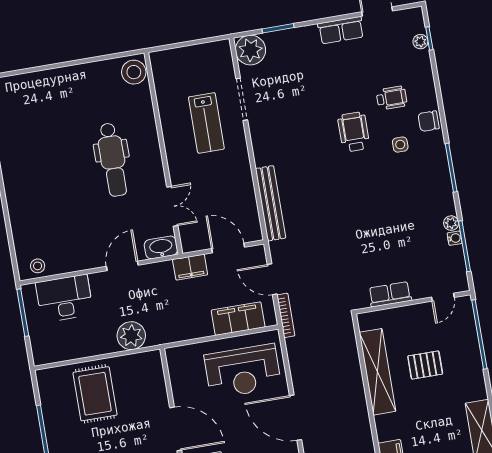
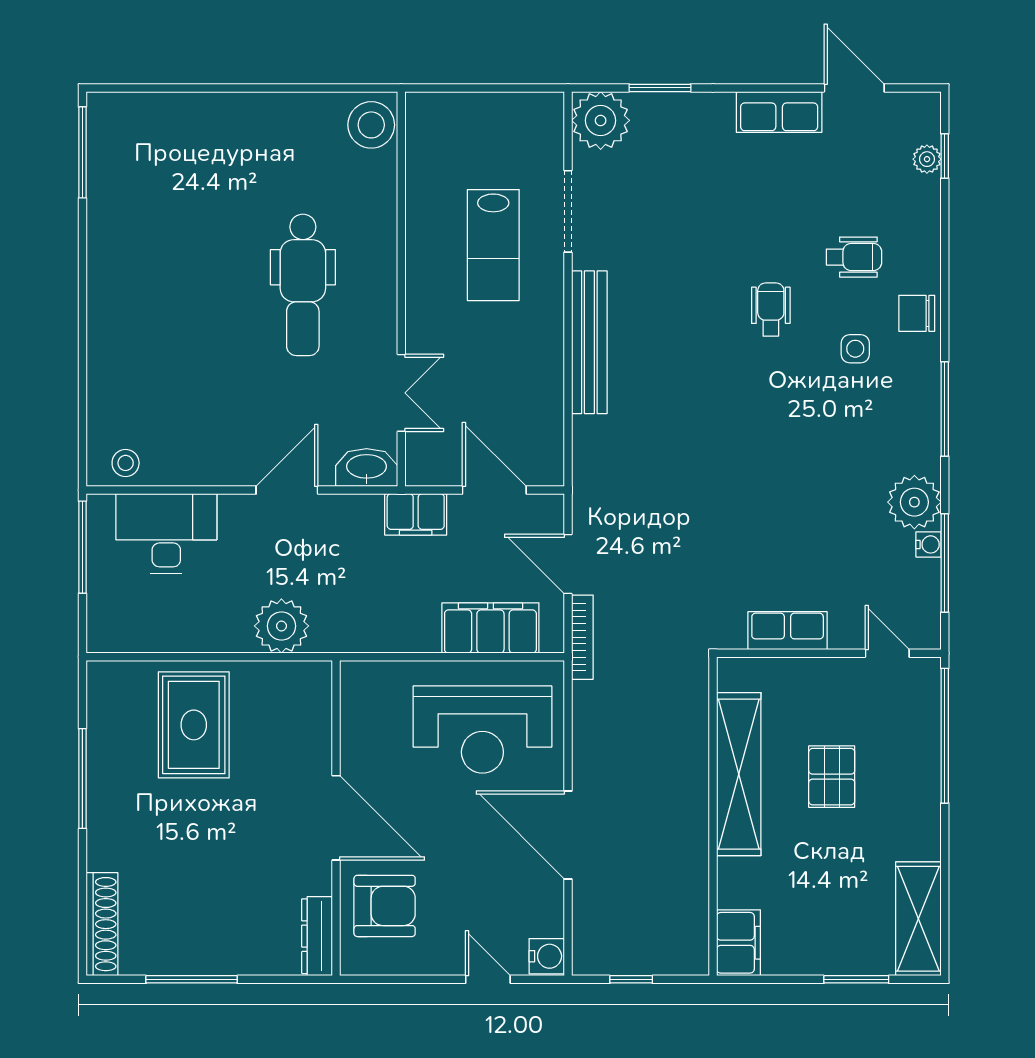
wheelchair: (354, 132) -> (771, 310), width x0.73, depth x0.73
bench: (271, 203) -> (589, 342), moved
plant: (451, 223) -> (914, 502), width x1.87, depth x1.87
door: (443, 297) -> (887, 653), swing flipped
pallet: (425, 365) -> (832, 777), turned 90

